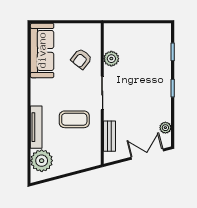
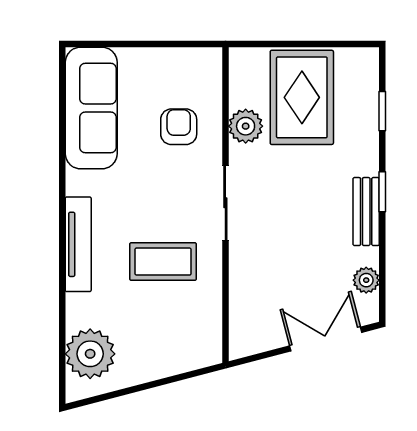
rug: (137, 46) -> (302, 97), added
armchair: (81, 59) -> (179, 127), turned 142
tv unit: (36, 127) -> (78, 244), moved
bench: (109, 136) -> (366, 212), moved

